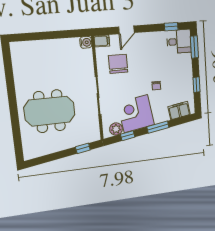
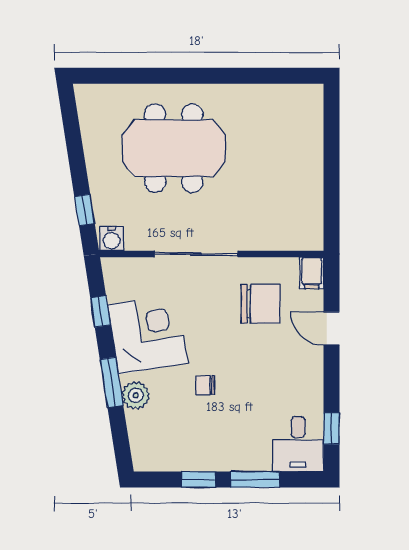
water cooler: (86, 42) -> (112, 239), moved
window: (194, 47) -> (255, 480), moved
meeting table: (50, 111) -> (174, 148), turned 90
filing cabinet: (179, 111) -> (144, 434), removed
plant: (116, 129) -> (136, 395), moved

